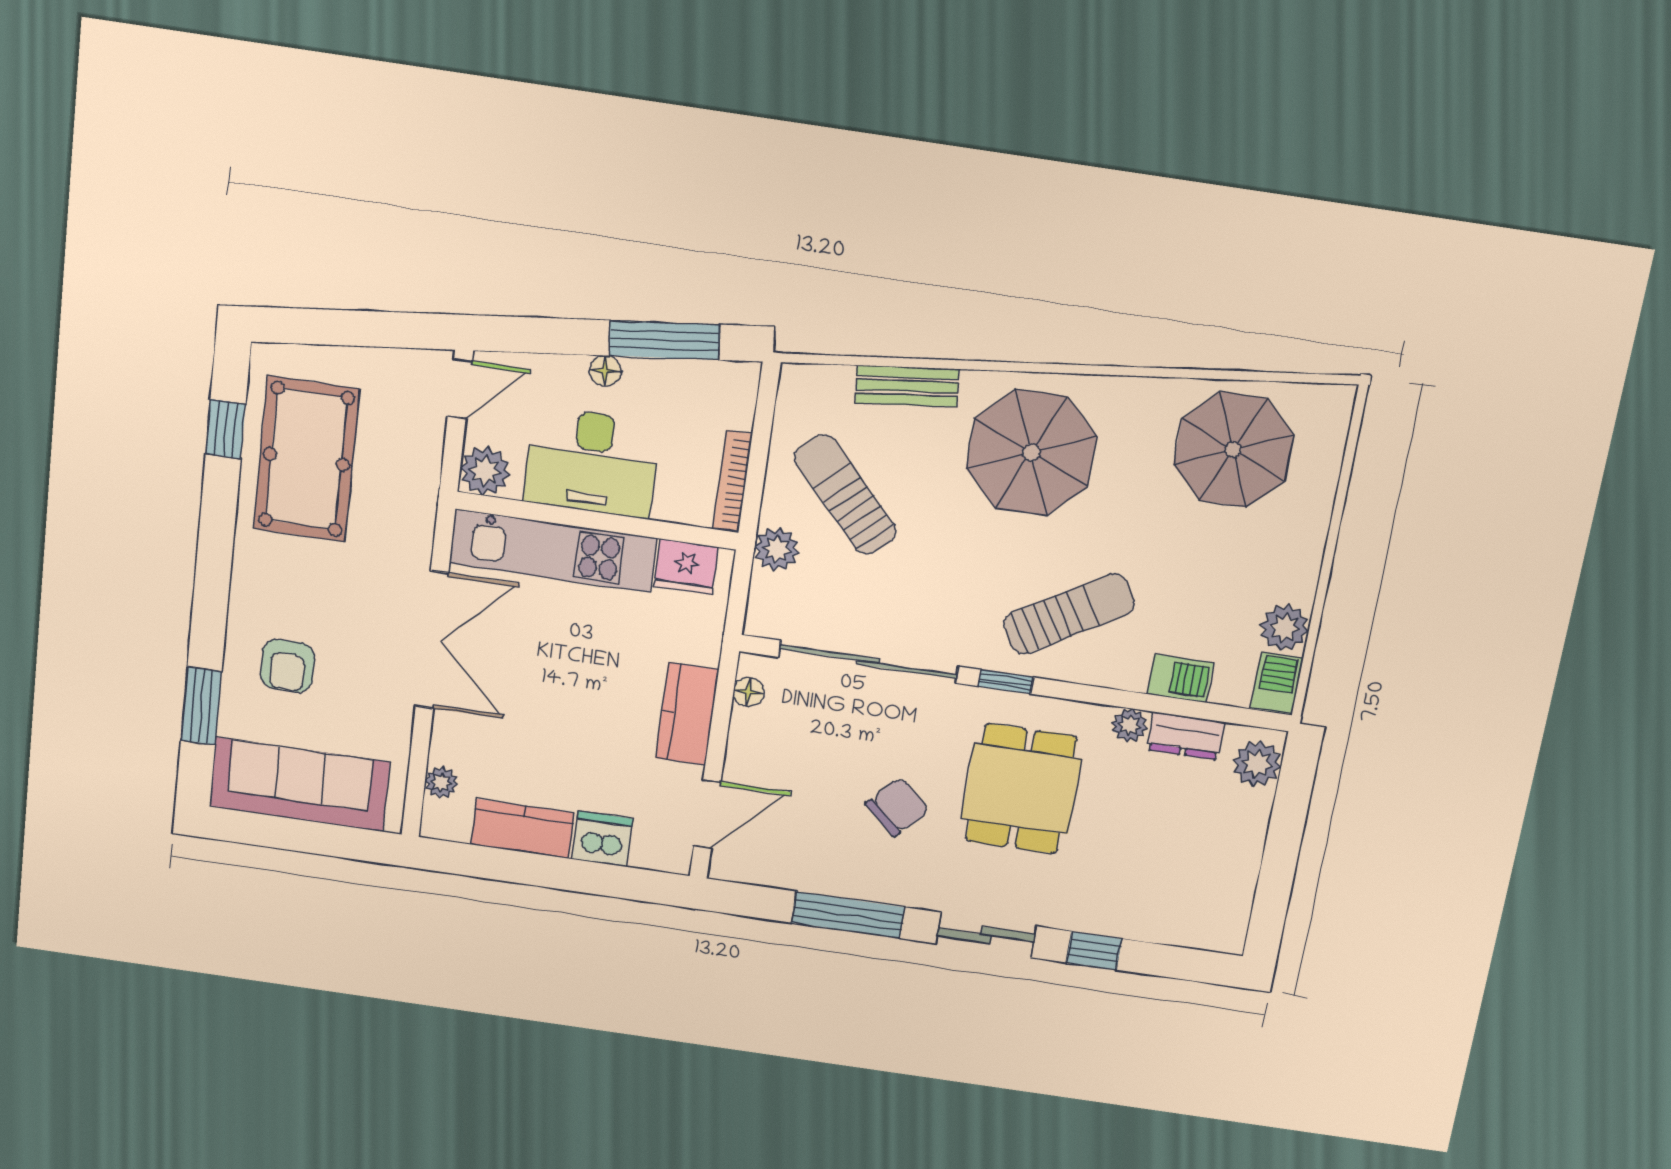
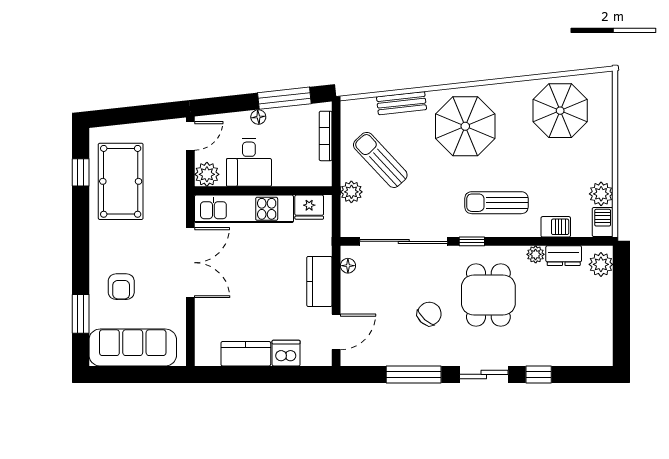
desk: (592, 462) -> (249, 162), width x0.73
bookcase: (732, 482) -> (326, 136), moved
sun lounger: (1069, 614) -> (496, 203), turned -149
plant: (441, 783) -> (203, 336), removed

